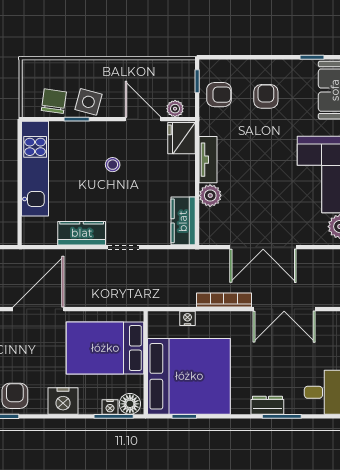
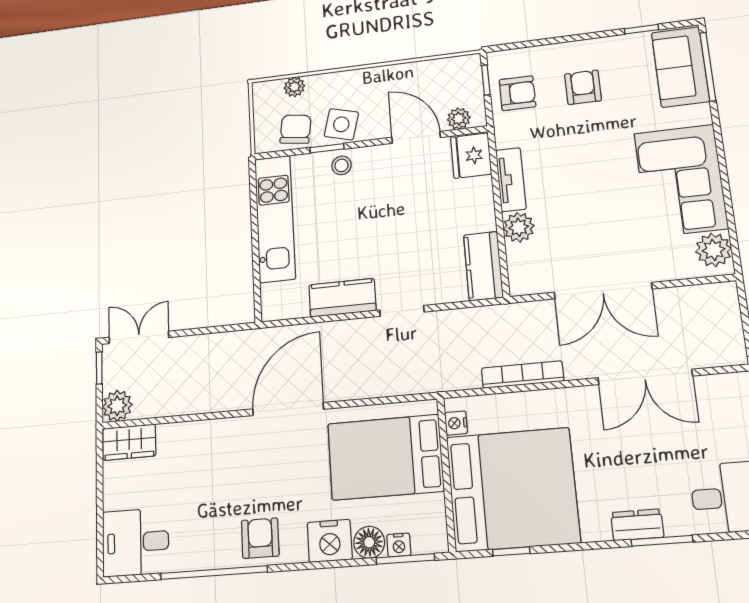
plant: (55, 67) -> (294, 87), added
stool: (113, 165) -> (342, 165), moved
bookcase: (224, 300) -> (522, 375), moved
nightstand: (188, 318) -> (456, 423), moved, turned -90
floor lamp: (130, 404) -> (369, 542), moved

